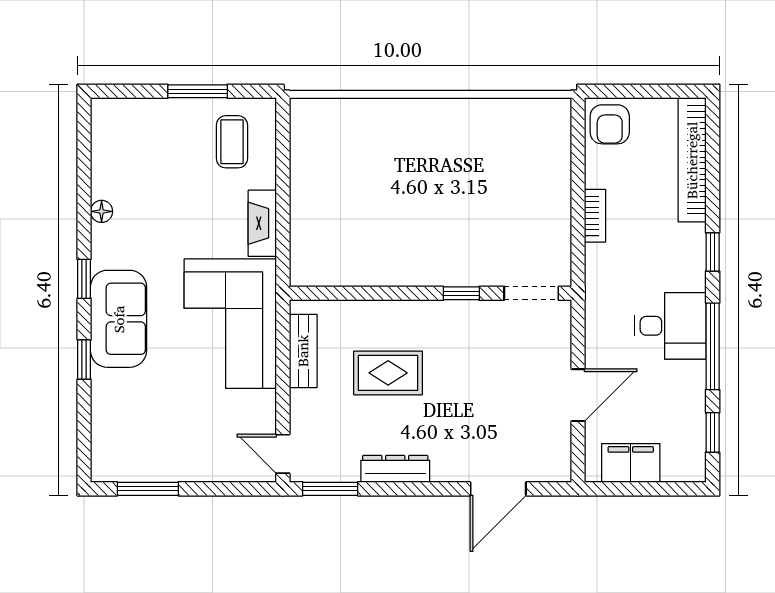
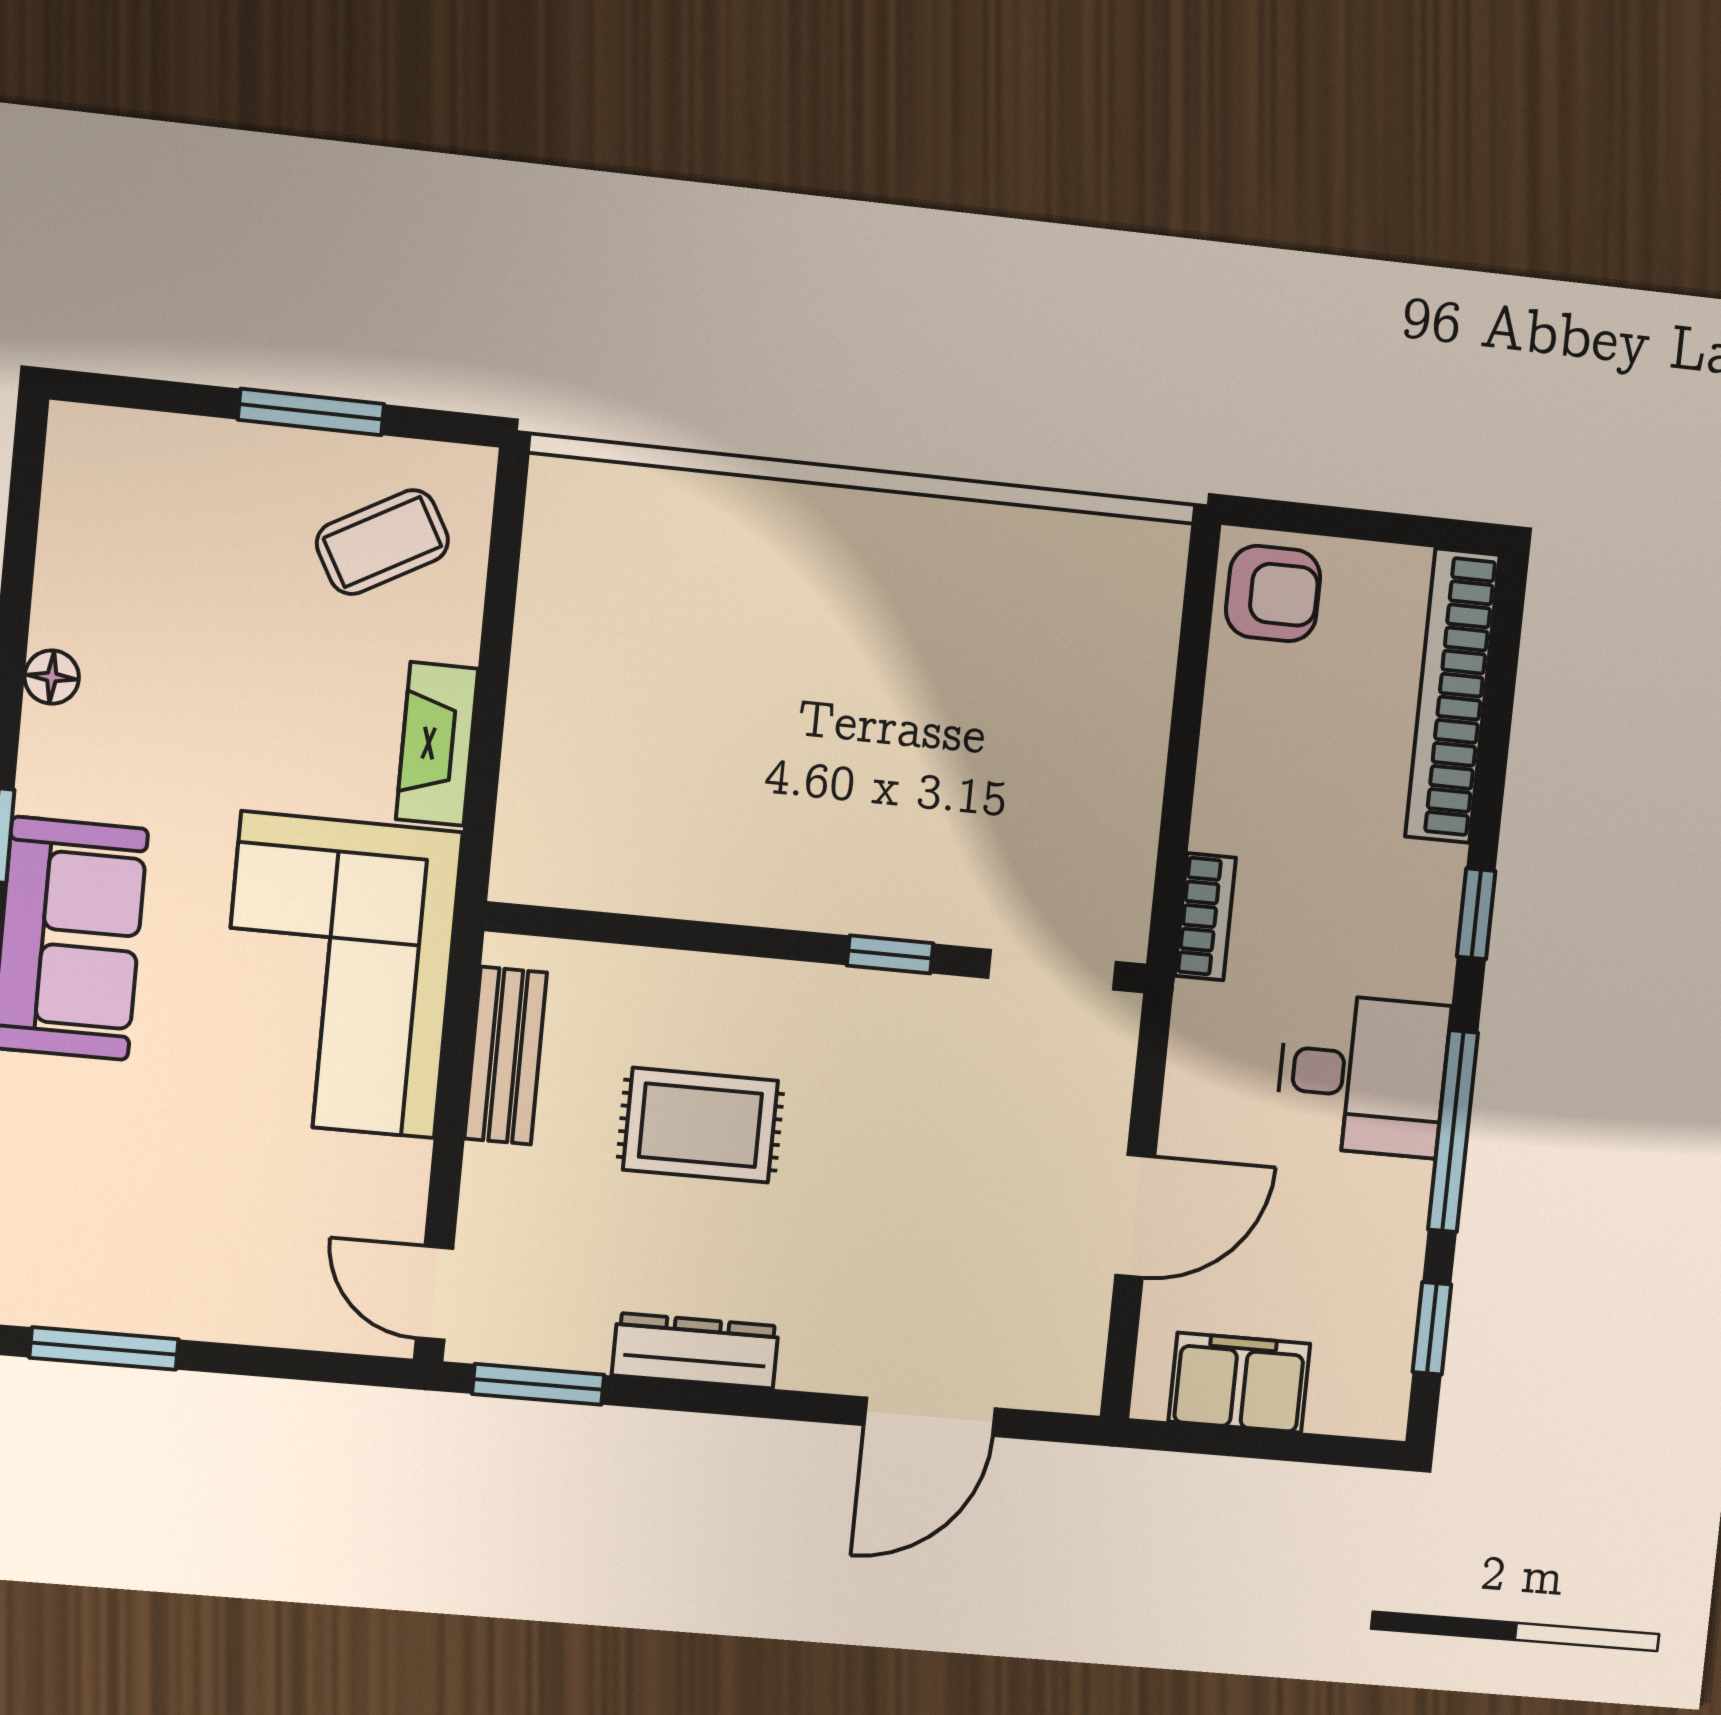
armchair: (610, 124) -> (1273, 594), turned -90
coffee table: (232, 142) -> (382, 542), turned 61
bookcase: (595, 216) -> (1205, 917), moved

